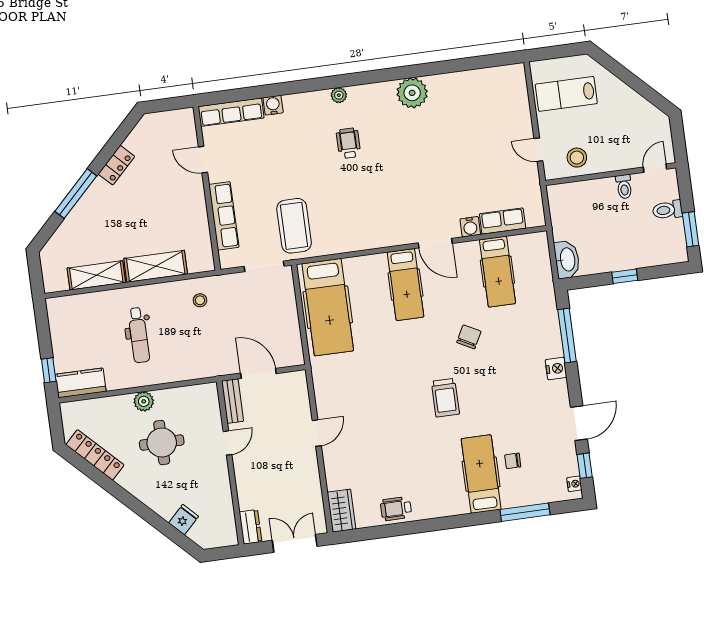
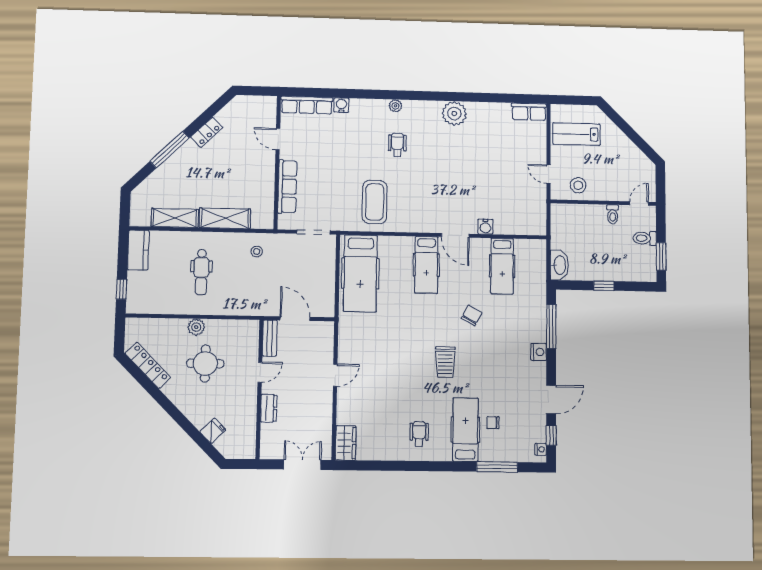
row of seats: (503, 221) -> (529, 112), moved, turned 180
coffee table: (294, 226) -> (375, 202), moved
kitchen counter: (81, 383) -> (138, 250), moved, turned 90
wheelchair: (396, 509) -> (419, 434), moved, turned 90
dresser: (251, 527) -> (269, 408), moved

